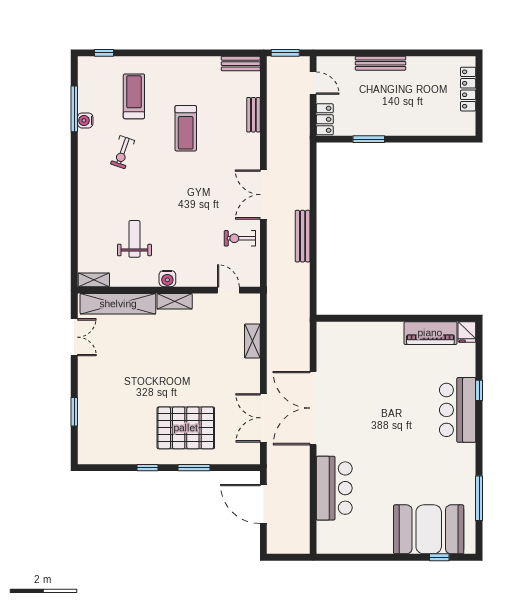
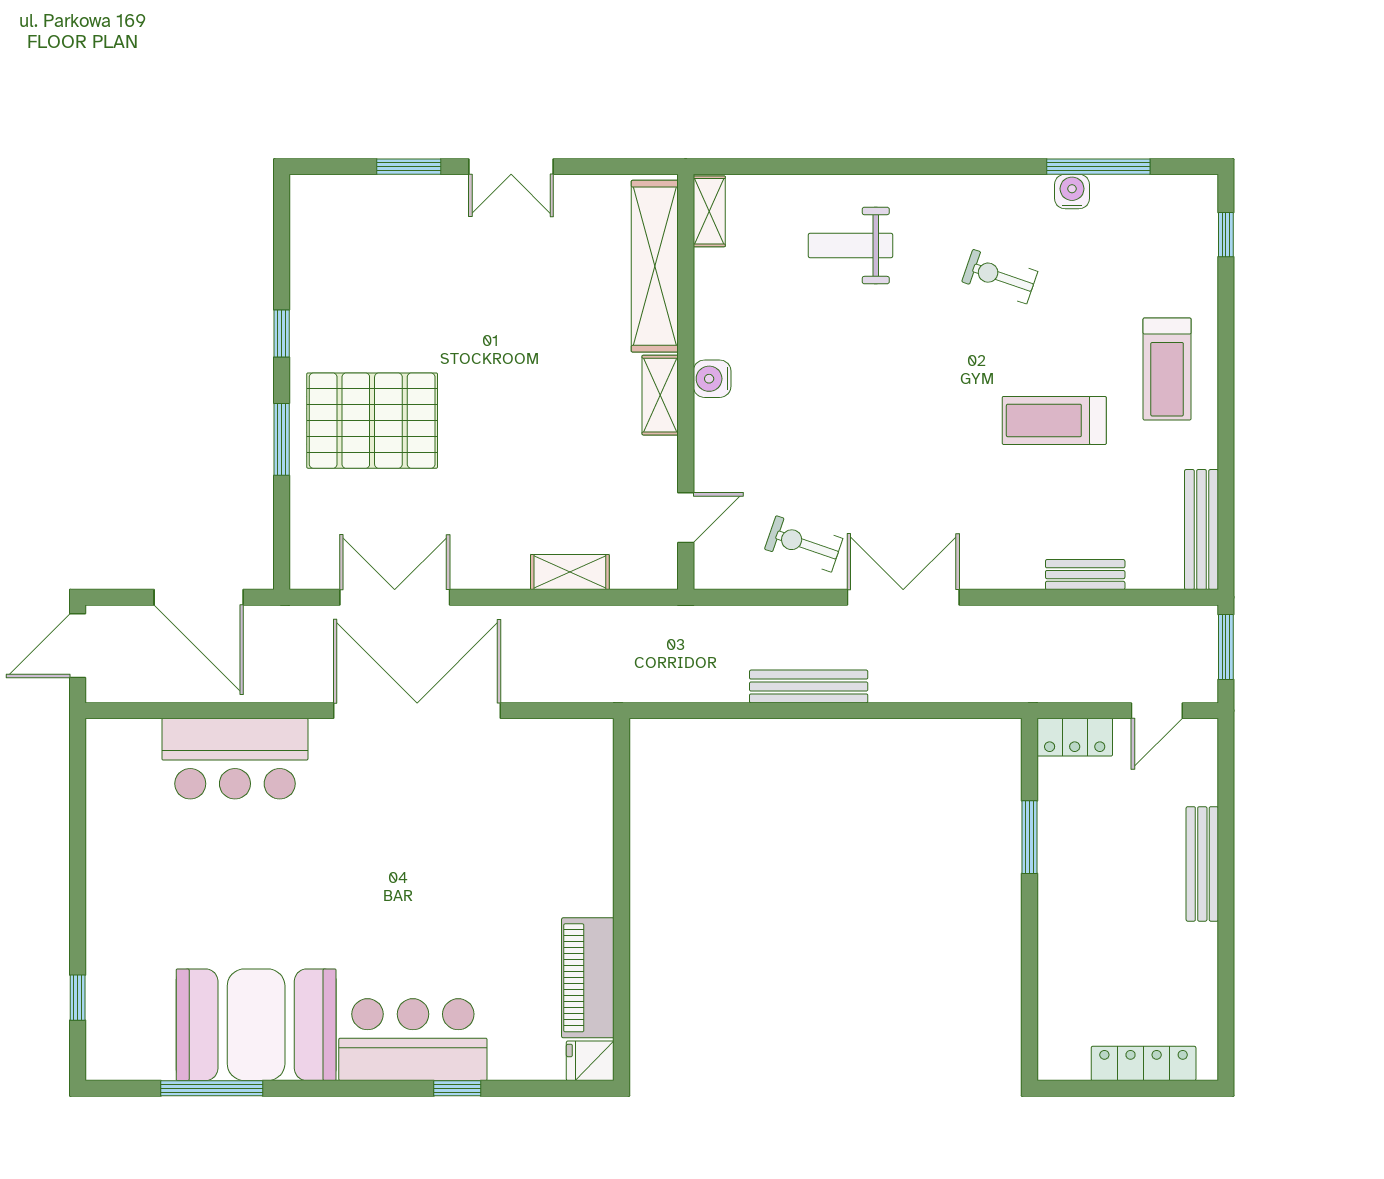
bench: (241, 64) -> (1202, 530), width x1.36
treadmill: (134, 96) -> (1167, 369), moved, turned 90
exercise bike: (240, 238) -> (804, 544), turned -71
weight bench: (134, 239) -> (850, 246), moved, turned 180
double door: (74, 337) -> (511, 167), moved
pallet: (186, 428) -> (372, 421), turned 90
door: (263, 504) -> (199, 597), swing flipped
booth: (429, 529) -> (256, 1025), moved, turned 90
door: (285, 557) -> (78, 646), added

